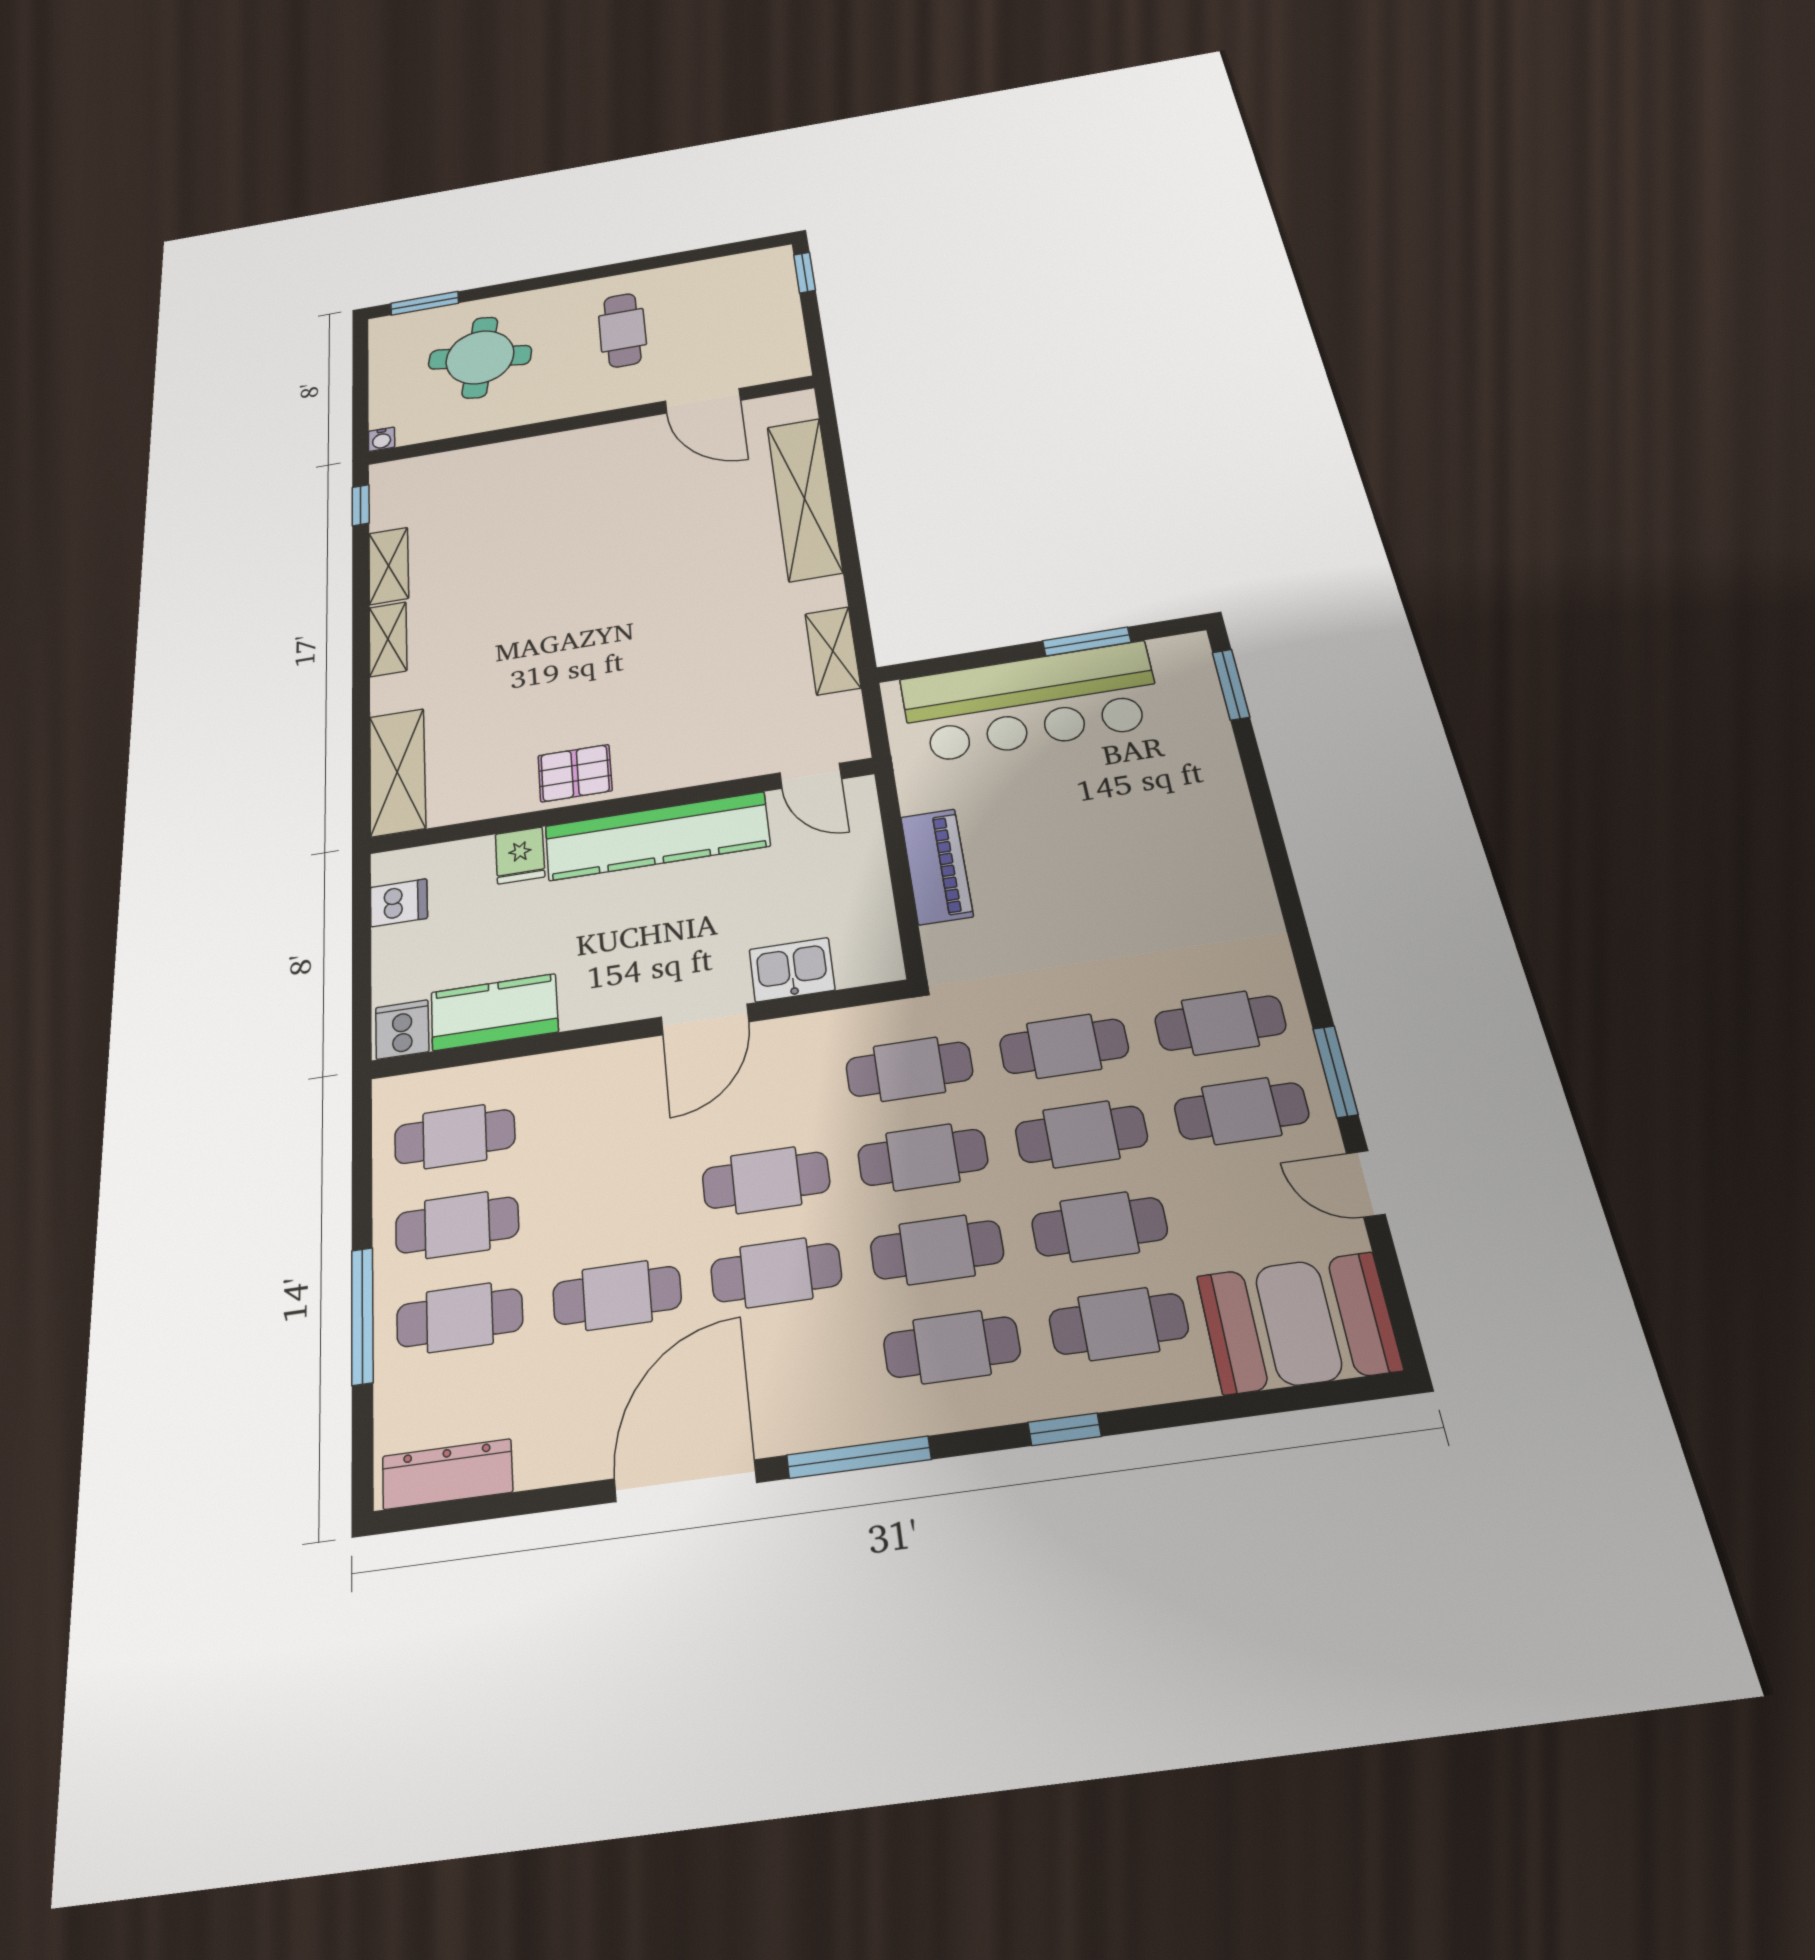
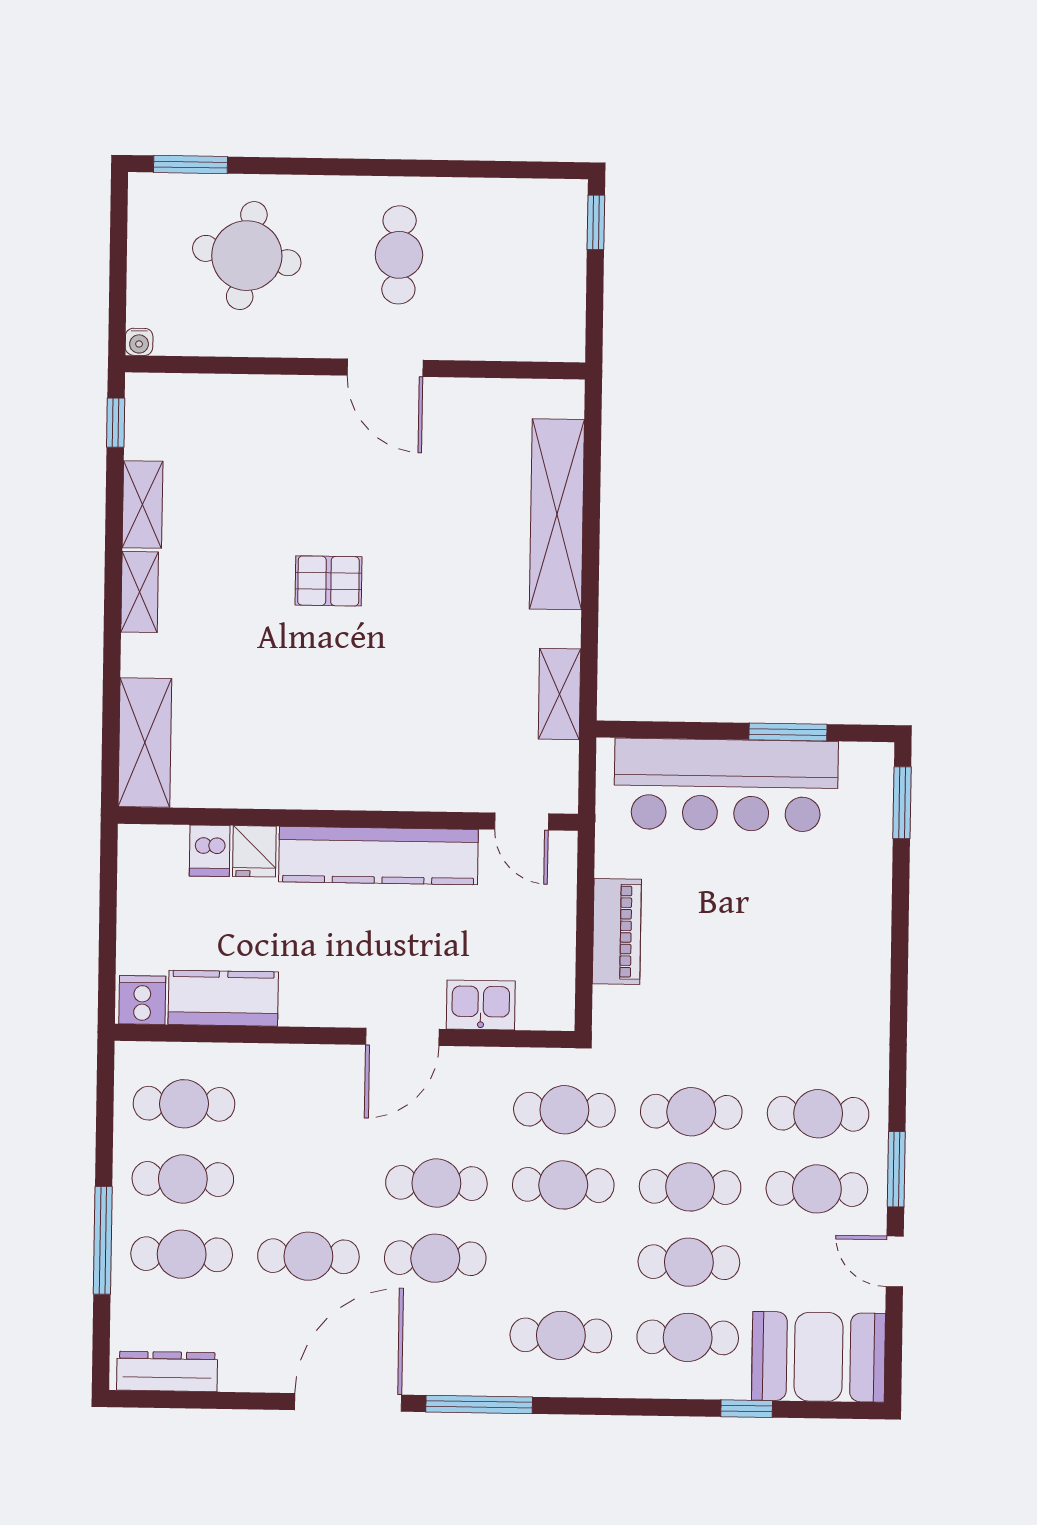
door: (703, 401) -> (385, 368), moved
pallet: (575, 773) -> (328, 581), moved
dishwasher: (399, 903) -> (210, 851), moved, turned 90
cafe table: (937, 1250) -> (562, 1260), removed
window: (1065, 1429) -> (747, 1409), moved

